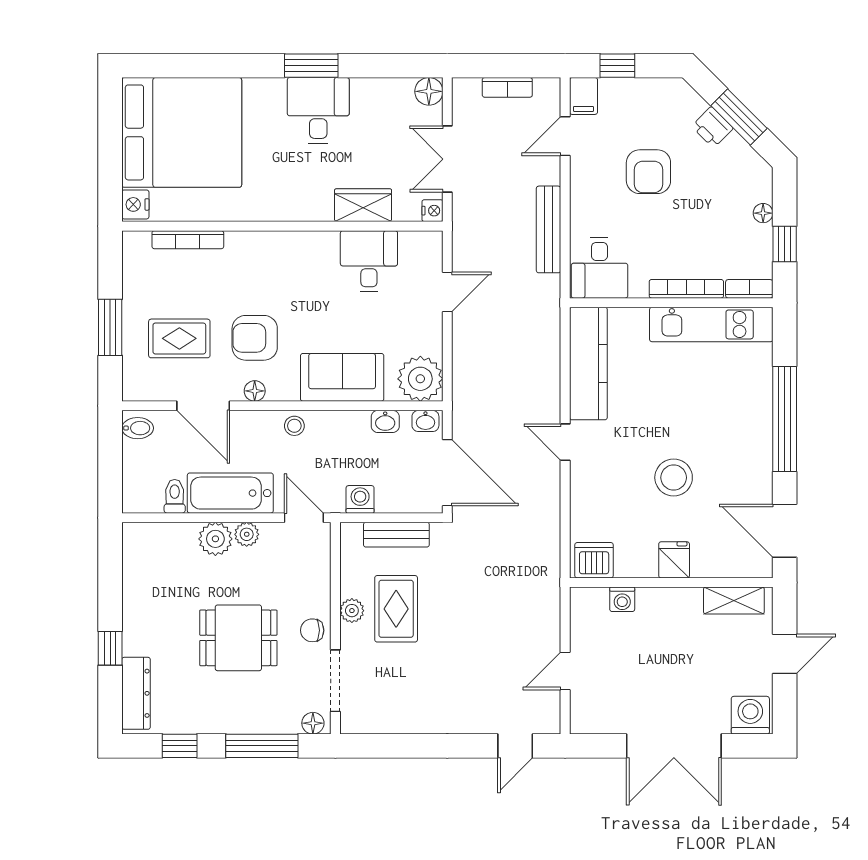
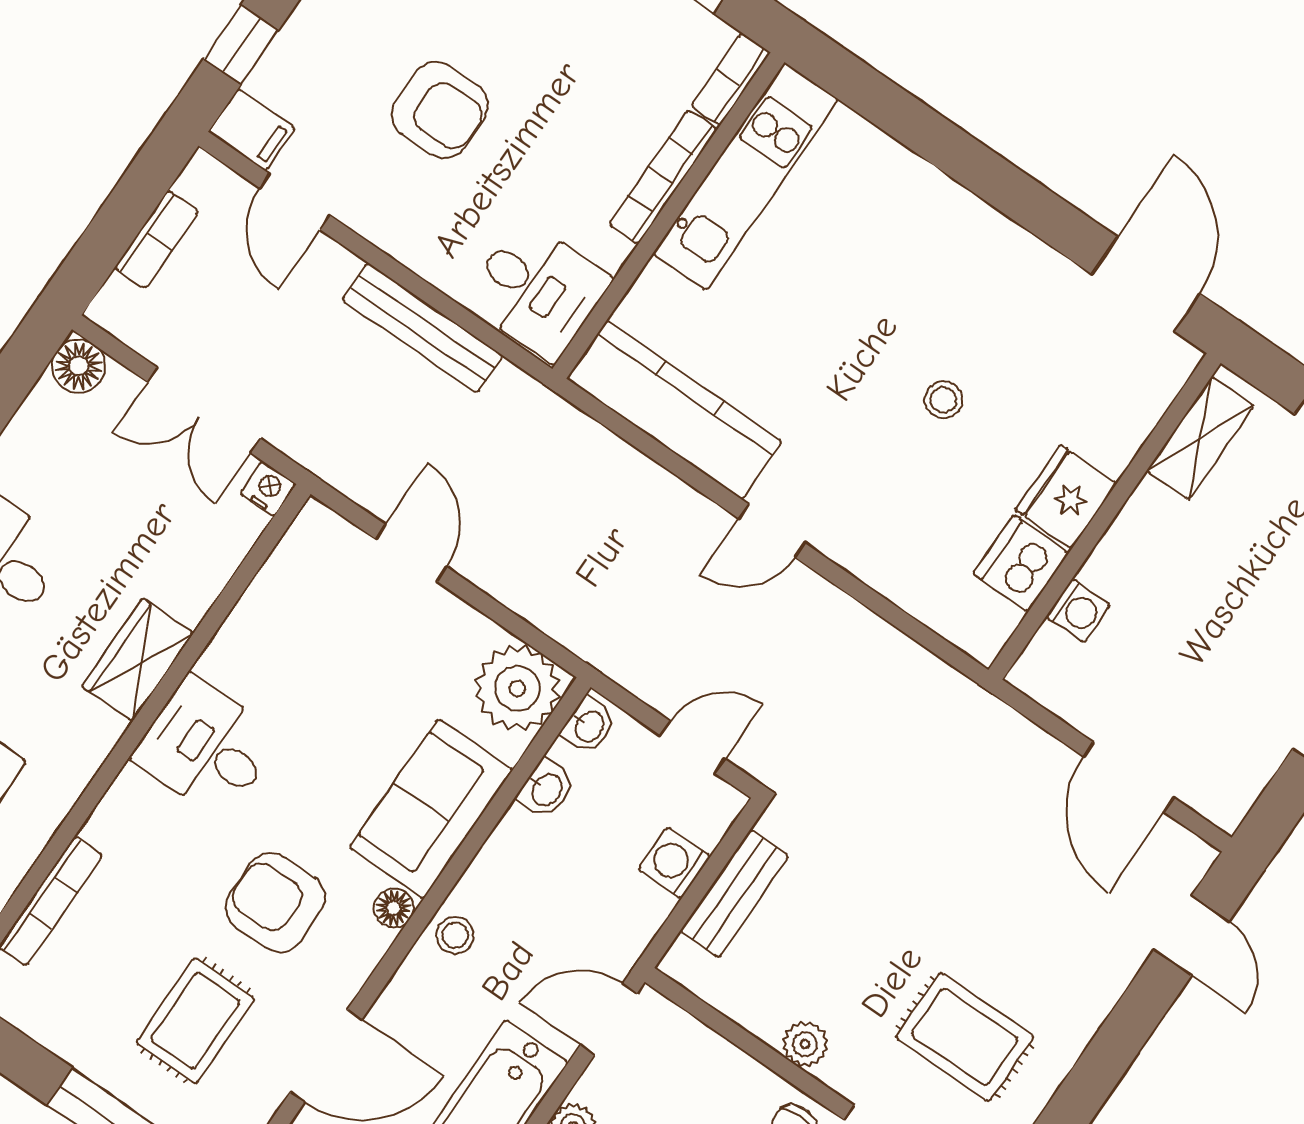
wardrobe: (363, 205) -> (138, 660), moved
desk: (369, 261) -> (206, 747), moved
armchair: (255, 338) -> (275, 903), turned 90
floor lamp: (255, 391) -> (394, 908), moved
window: (785, 419) -> (972, 164), removed
door: (447, 473) -> (693, 747), width x0.53
stool: (674, 478) -> (944, 400), width x0.53, depth x0.53
washing machine: (360, 499) -> (674, 863), moved
door: (785, 531) -> (1146, 284), swing flipped
dishwasher: (594, 560) -> (1021, 563), moved
fridge: (674, 560) -> (1066, 497), width x1.38
rug: (396, 609) -> (965, 1037), moved
door: (565, 671) -> (1128, 777), width x1.38

